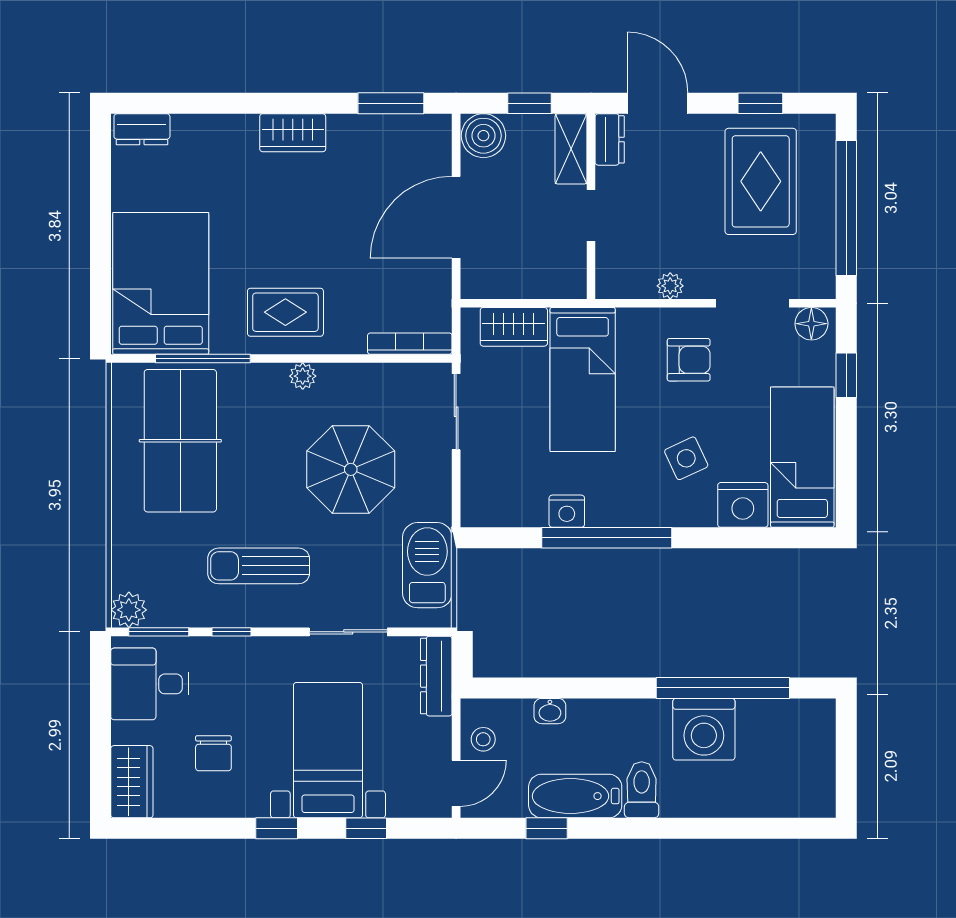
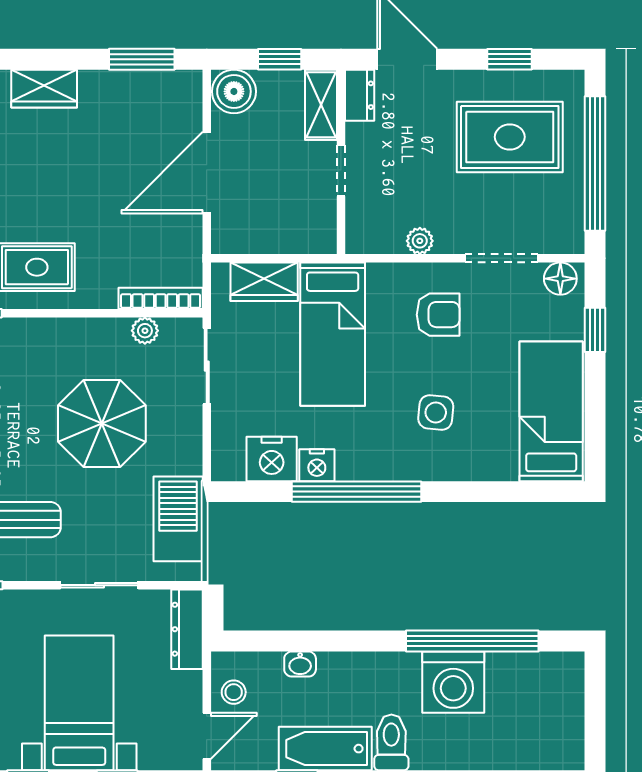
rug: (761, 181) -> (510, 137), turned 90
plant: (303, 376) -> (145, 331), moved
side table: (686, 458) -> (436, 413), turned 30
nightstand: (743, 505) -> (272, 459), moved

